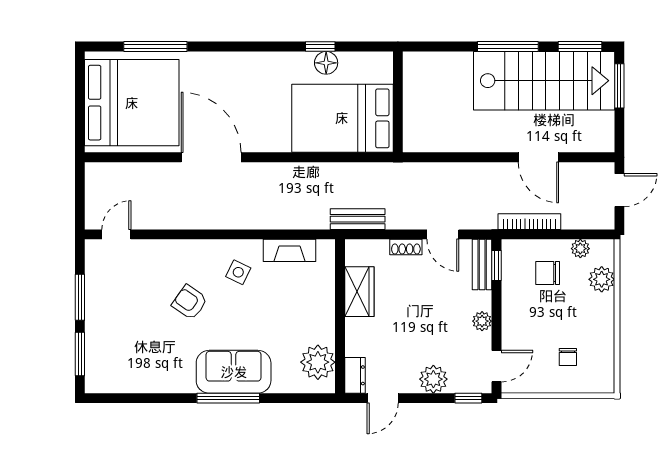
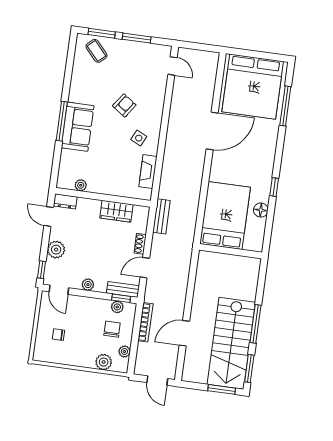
window: (320, 47) -> (274, 187), moved
plant: (511, 270) -> (117, 307), added
coffee table: (109, 358) -> (96, 51), added
plant: (318, 362) -> (81, 185), width x0.53, depth x0.53

